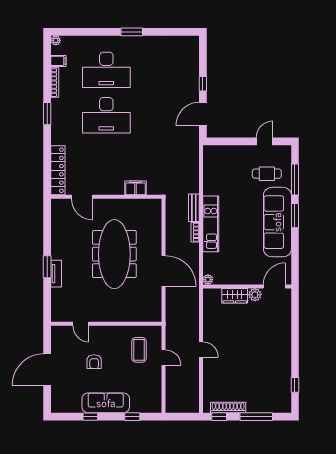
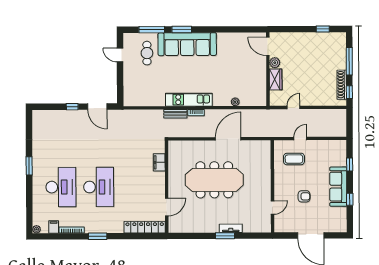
wall: (247, 286) -> (268, 69), moved
door: (274, 286) -> (268, 46), moved
plant: (255, 295) -> (275, 63), moved
wardrobe: (235, 296) -> (276, 79), moved

